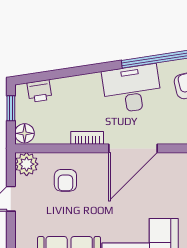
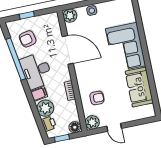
filing cabinet: (92, 85) -> (39, 94), added
plant: (66, 91) -> (45, 108), added
door: (133, 148) -> (68, 50), moved

